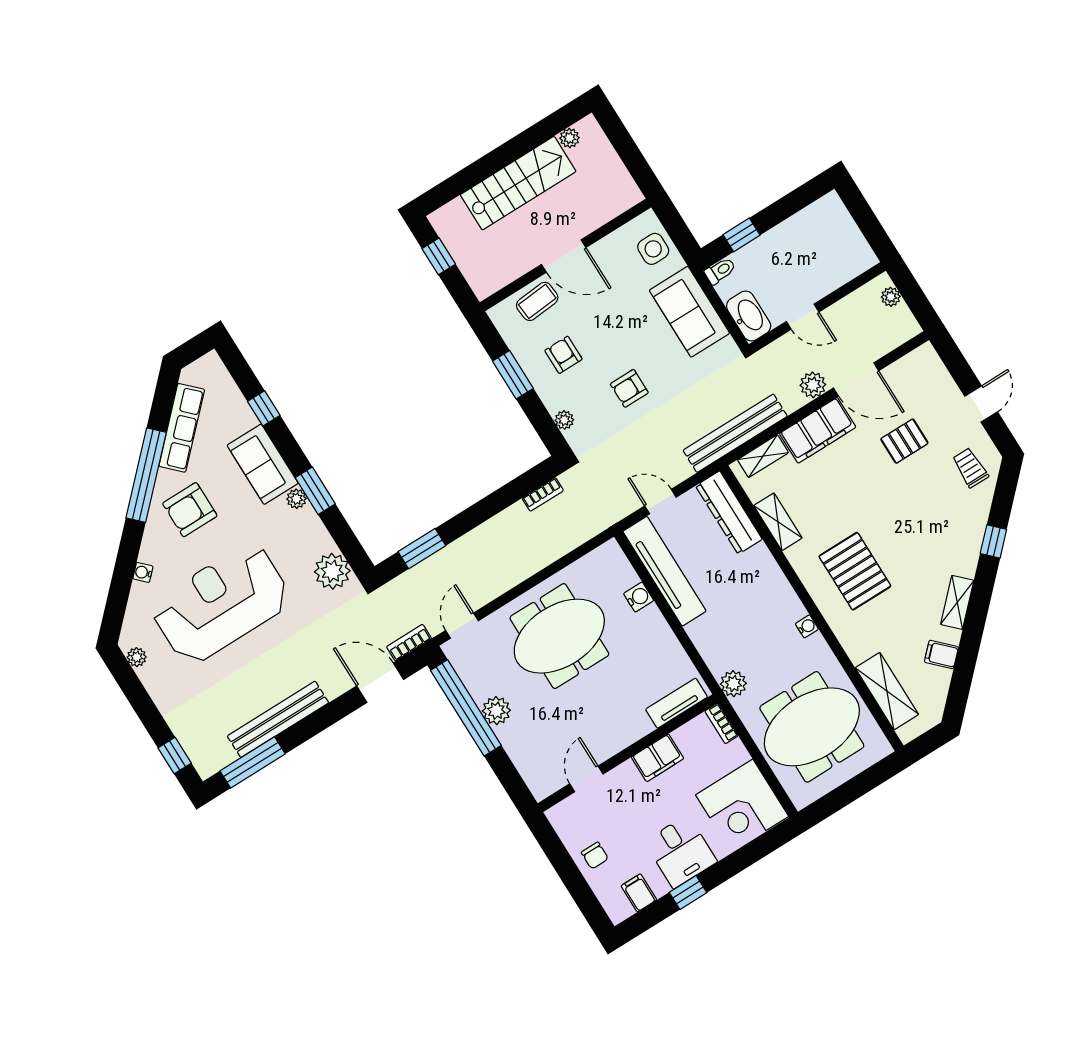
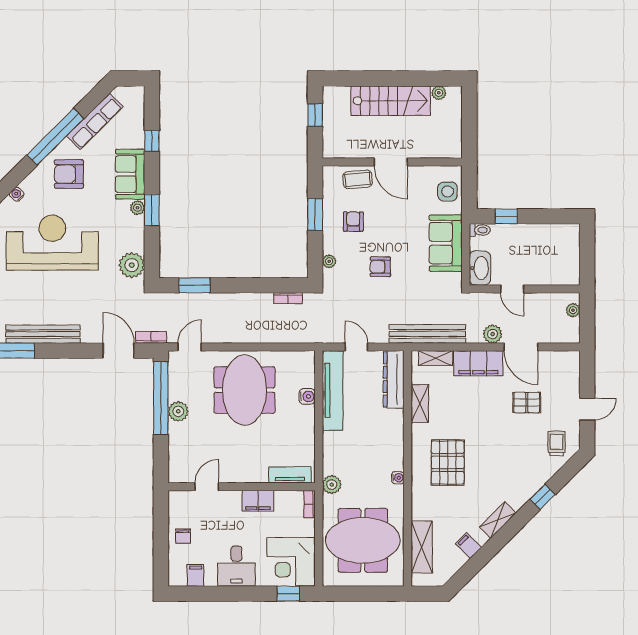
meeting table: (559, 636) -> (244, 390), turned 90
window: (688, 892) -> (288, 594), moved

